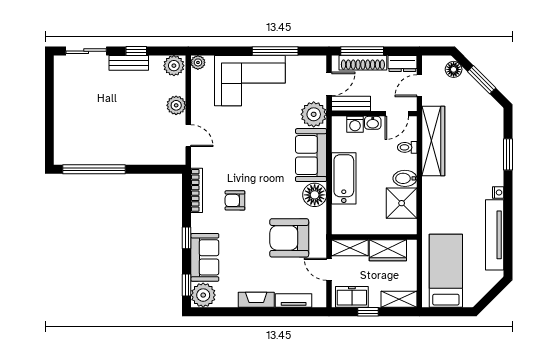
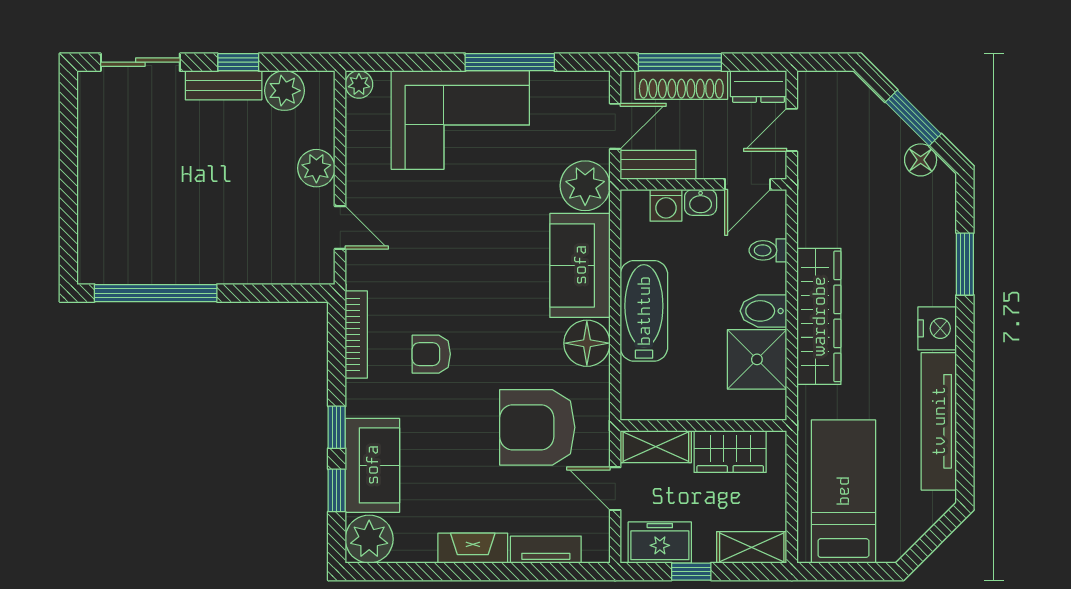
plant: (174, 66) -> (284, 91), moved
floor lamp: (454, 69) -> (921, 160), moved
wardrobe: (433, 141) -> (819, 316), moved
nightstand: (498, 192) -> (937, 328), width x1.89, depth x1.79
window: (187, 285) -> (337, 490), moved

